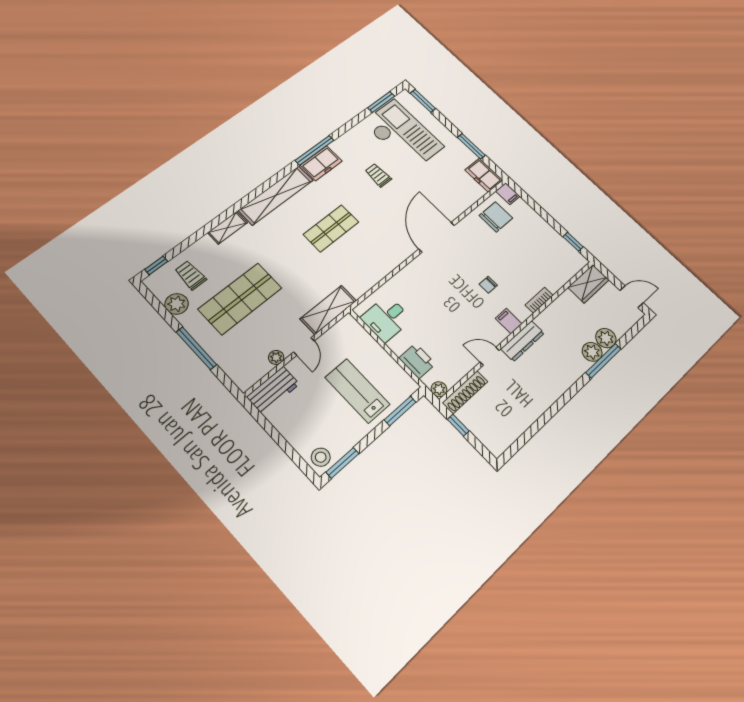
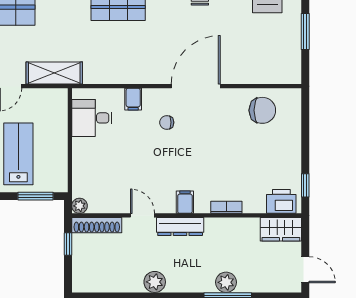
freezer: (484, 175) -> (290, 66), removed
filing cabinet: (508, 194) -> (133, 99), moved
chair: (488, 285) -> (167, 122), moved
plant: (606, 338) -> (155, 282), moved
printer: (417, 361) -> (281, 201), moved, turned -90

